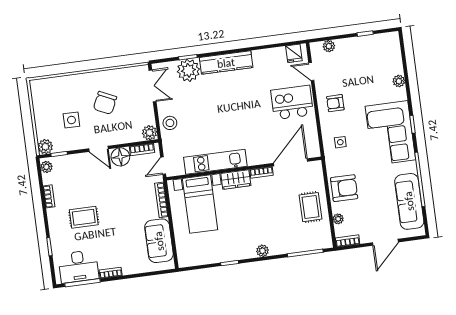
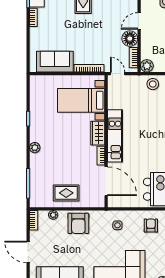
kitchen unit: (215, 162) -> (115, 136), moved

